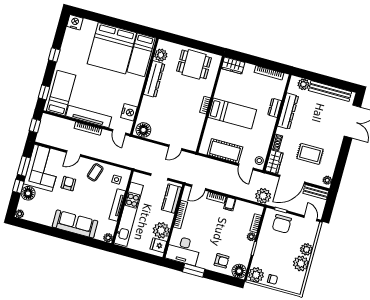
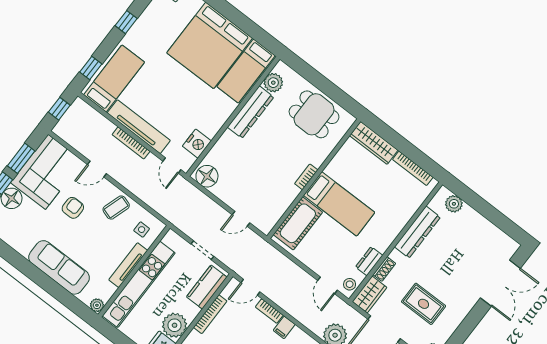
wardrobe: (233, 65) -> (374, 143), width x1.50
bench: (330, 91) -> (487, 228), removed
dresser: (275, 108) -> (369, 261), moved
cot: (225, 151) -> (298, 223), moved, turned 90

